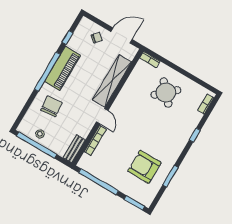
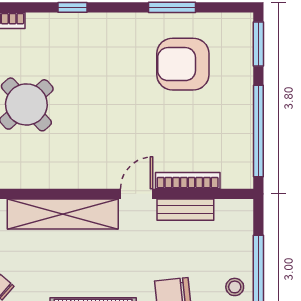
bench: (74, 149) -> (185, 210), moved
armchair: (144, 167) -> (183, 64), turned 90

